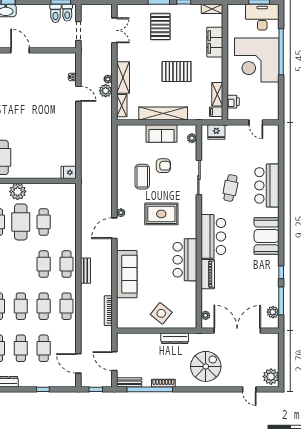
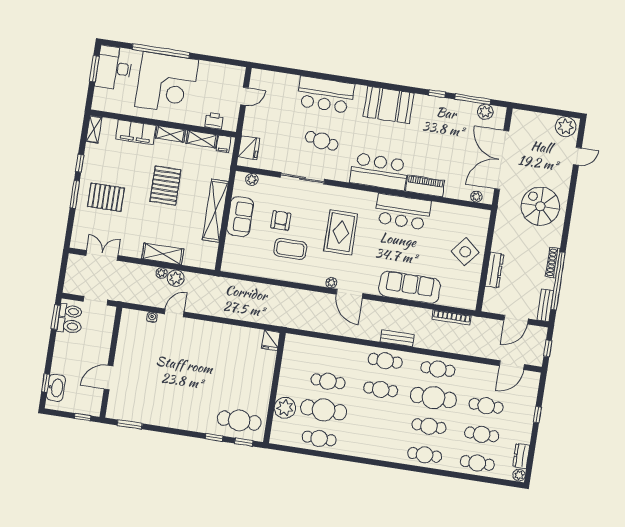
shelving: (122, 106) -> (170, 134), moved
cafe table: (44, 306) -> (433, 398), width x1.37, depth x1.35
dresser: (175, 338) -> (494, 270), moved

